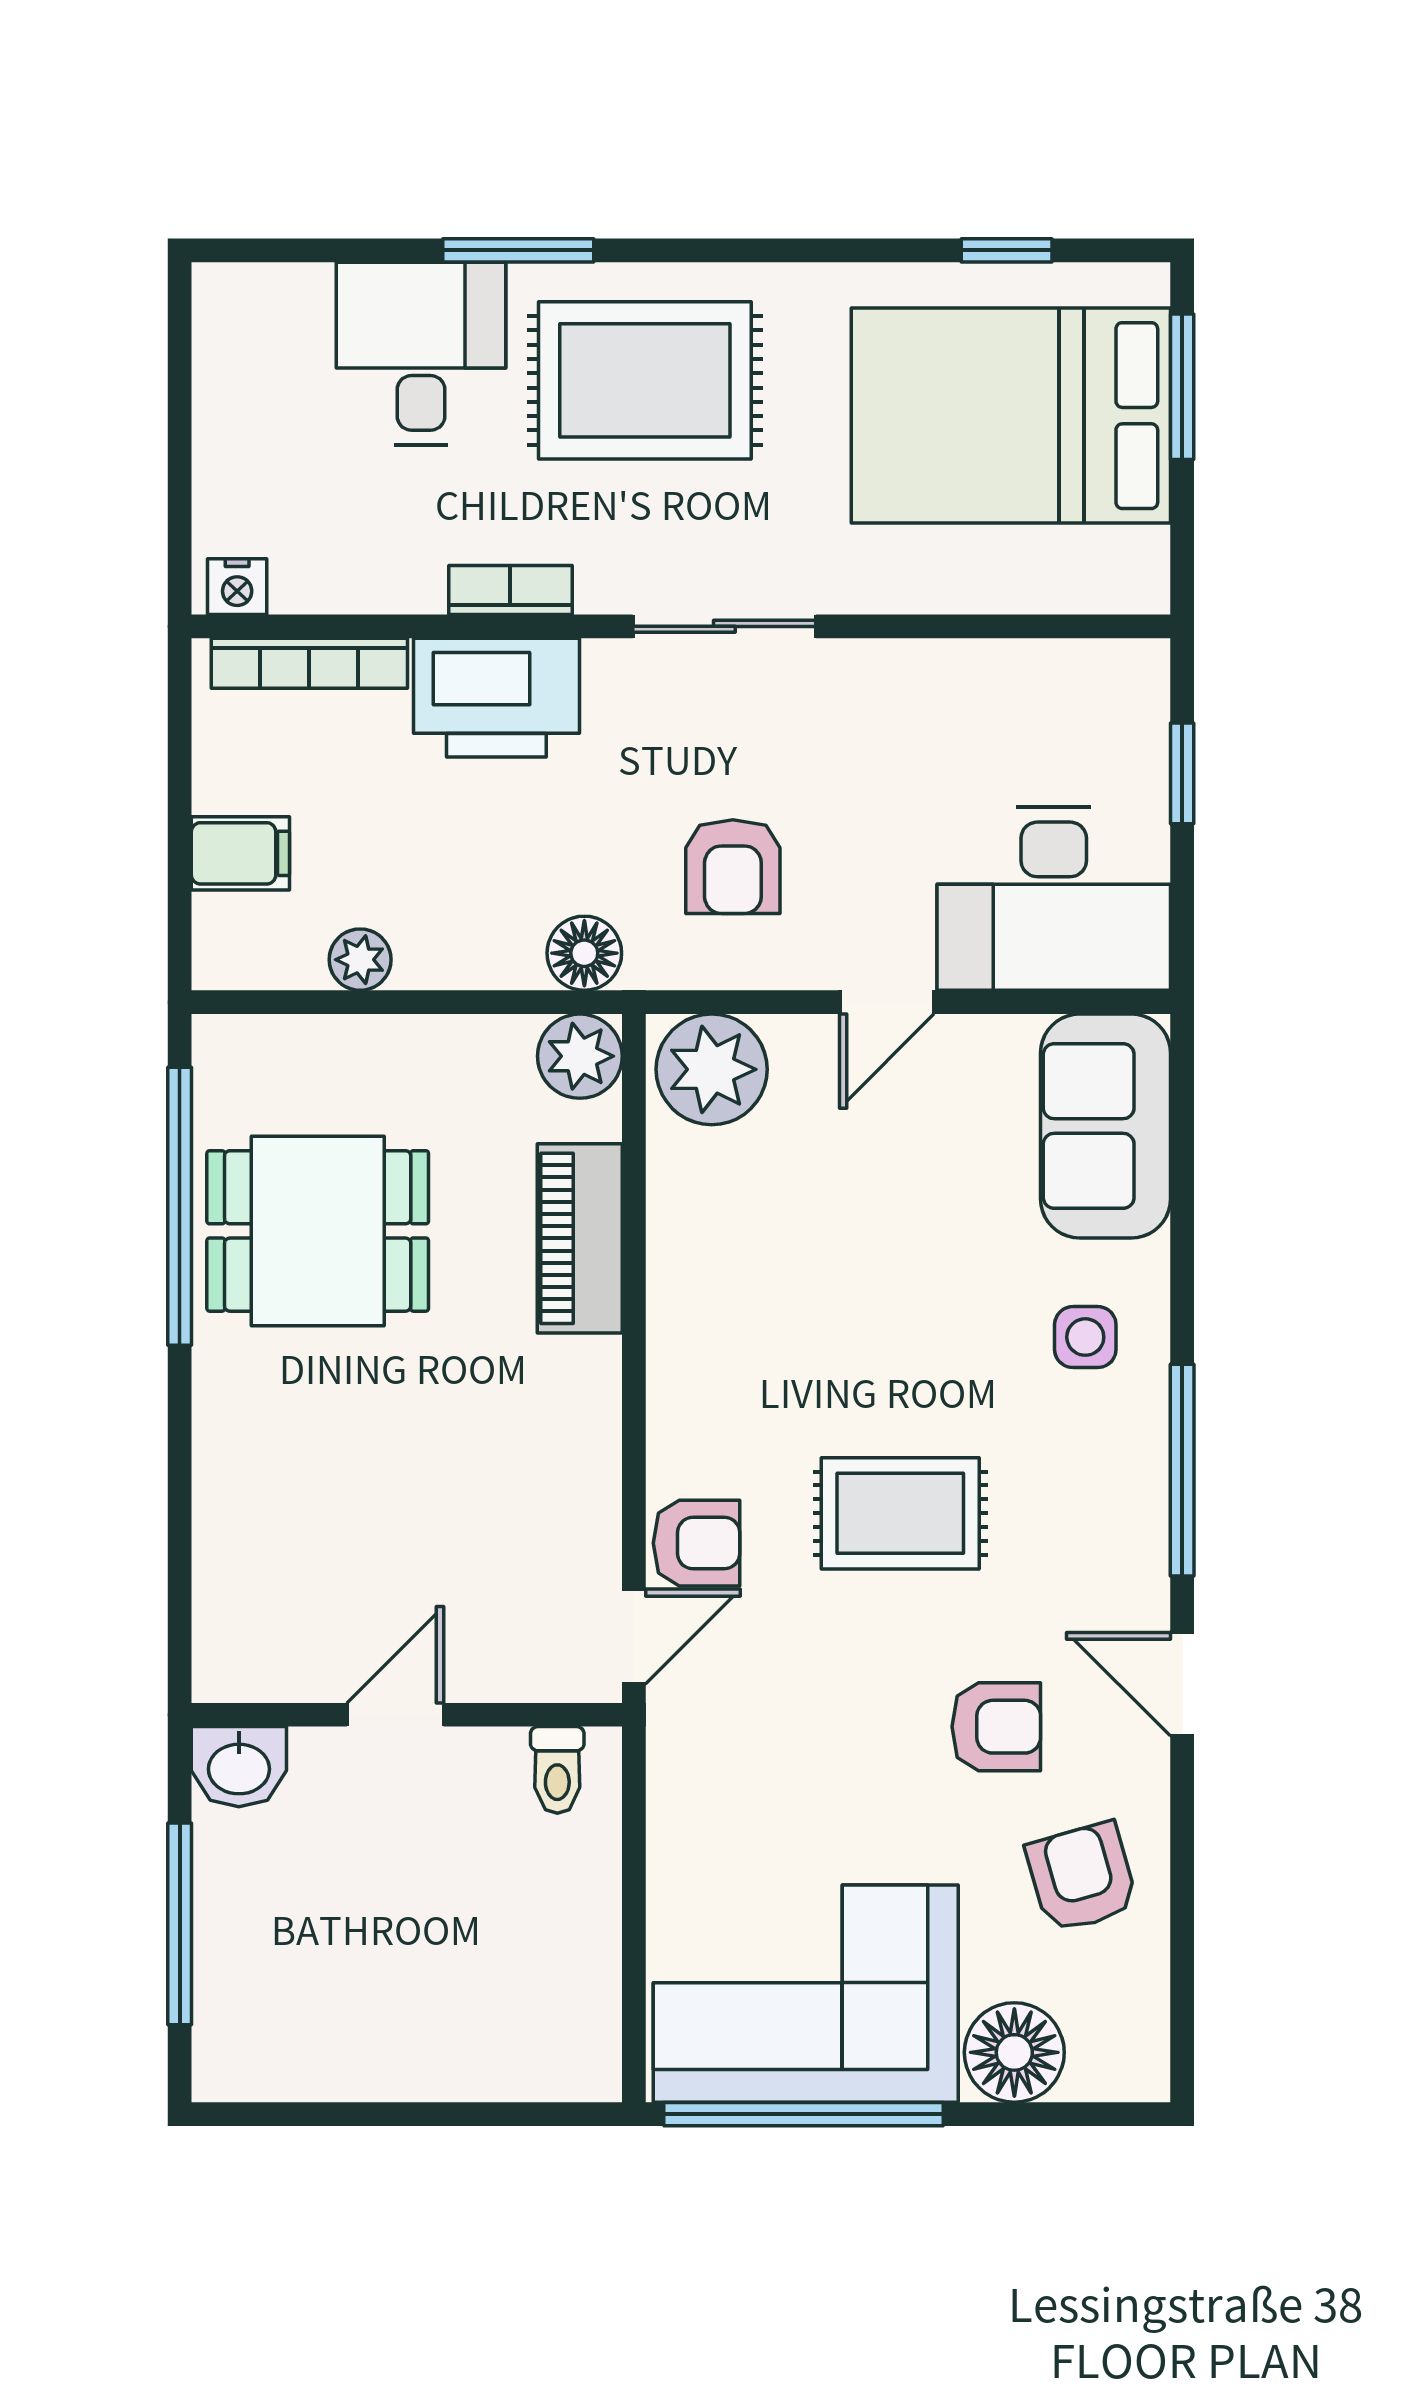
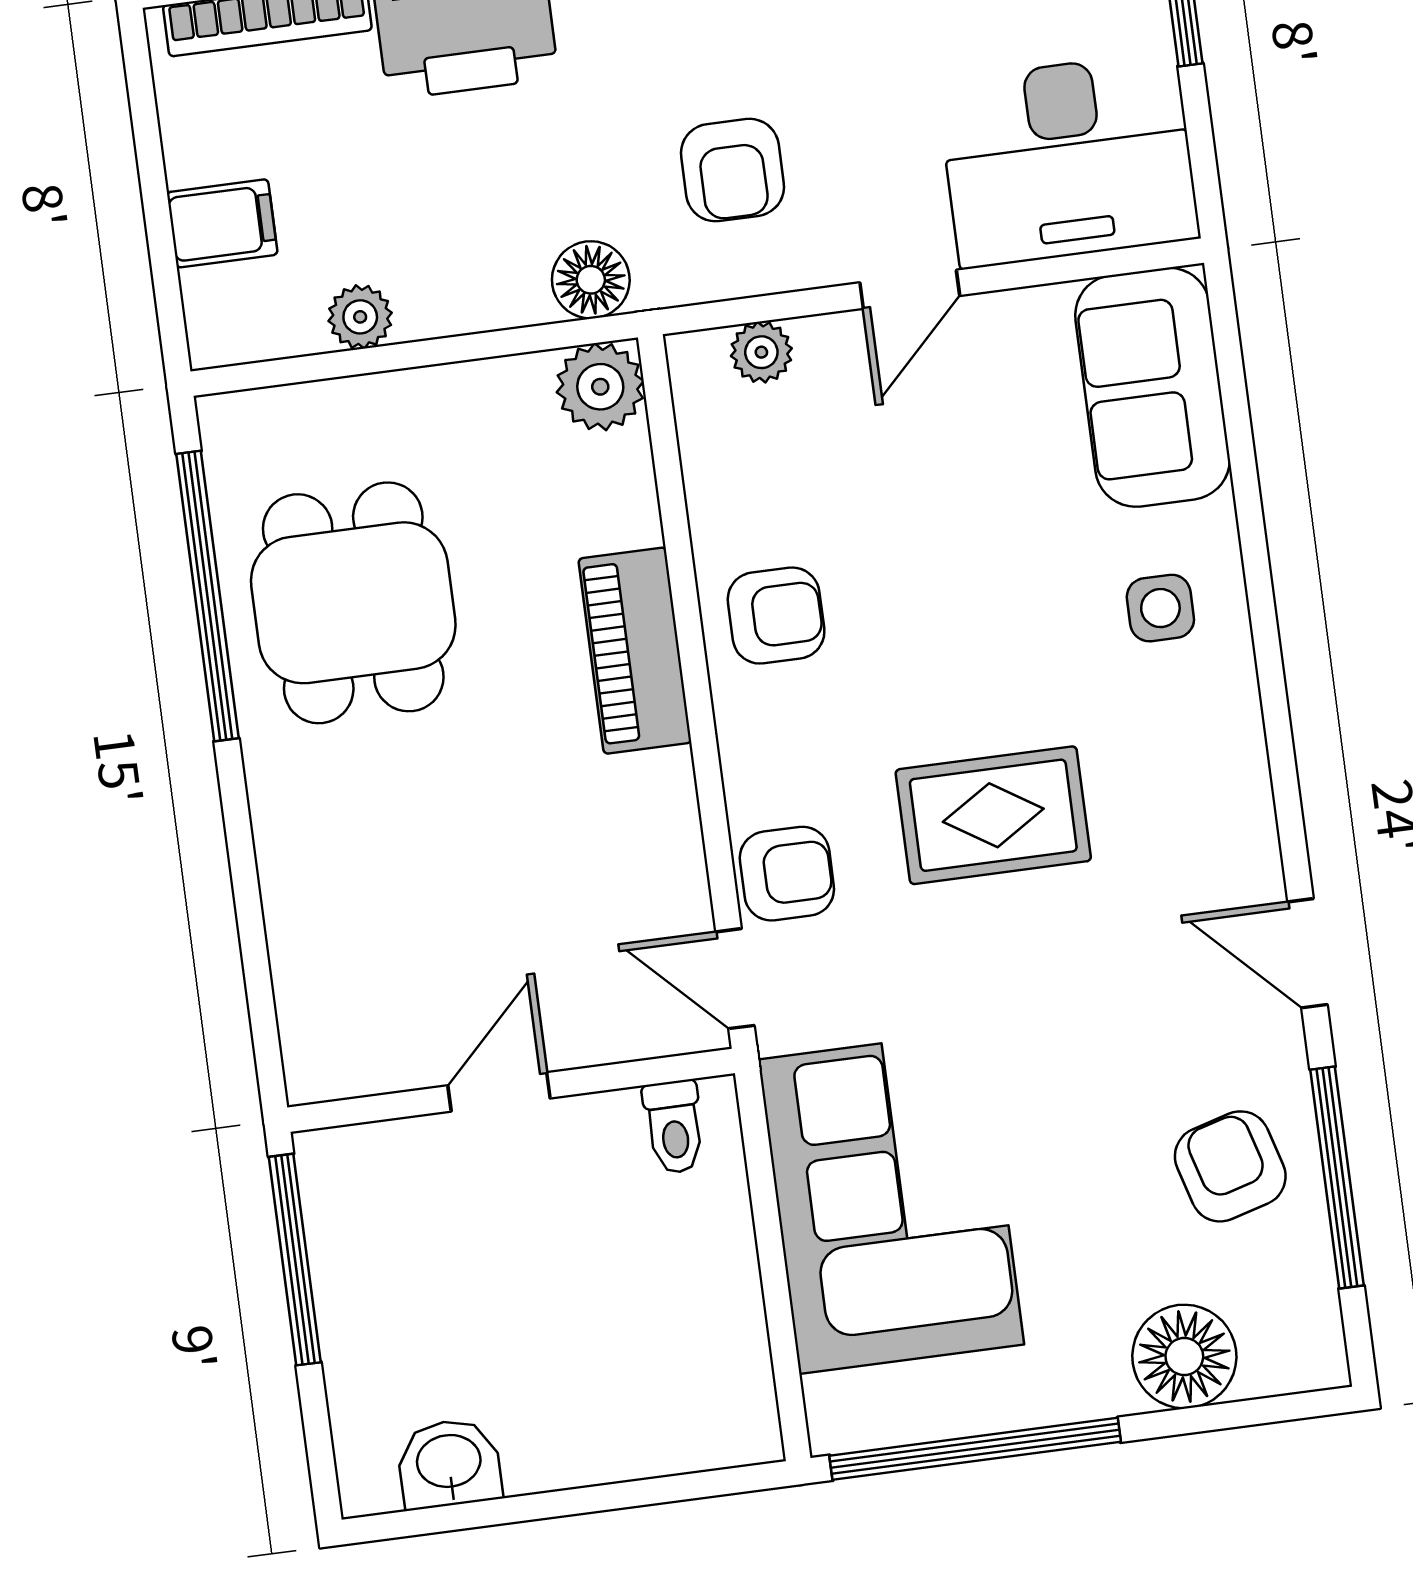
plant: (712, 1069) -> (761, 352), width x0.53, depth x0.53
dining table: (318, 1231) -> (353, 603), turned 90
piano: (580, 1238) -> (635, 651), moved
window: (1182, 1470) -> (1337, 1178), moved
door: (634, 1637) -> (735, 979), swing flipped
armchair: (996, 1727) -> (776, 616), moved
washbasin: (239, 1767) -> (449, 1463), moved, turned 180
window: (180, 1924) -> (295, 1260), moved
corner sofa: (806, 1994) -> (891, 1202), moved, turned 90

